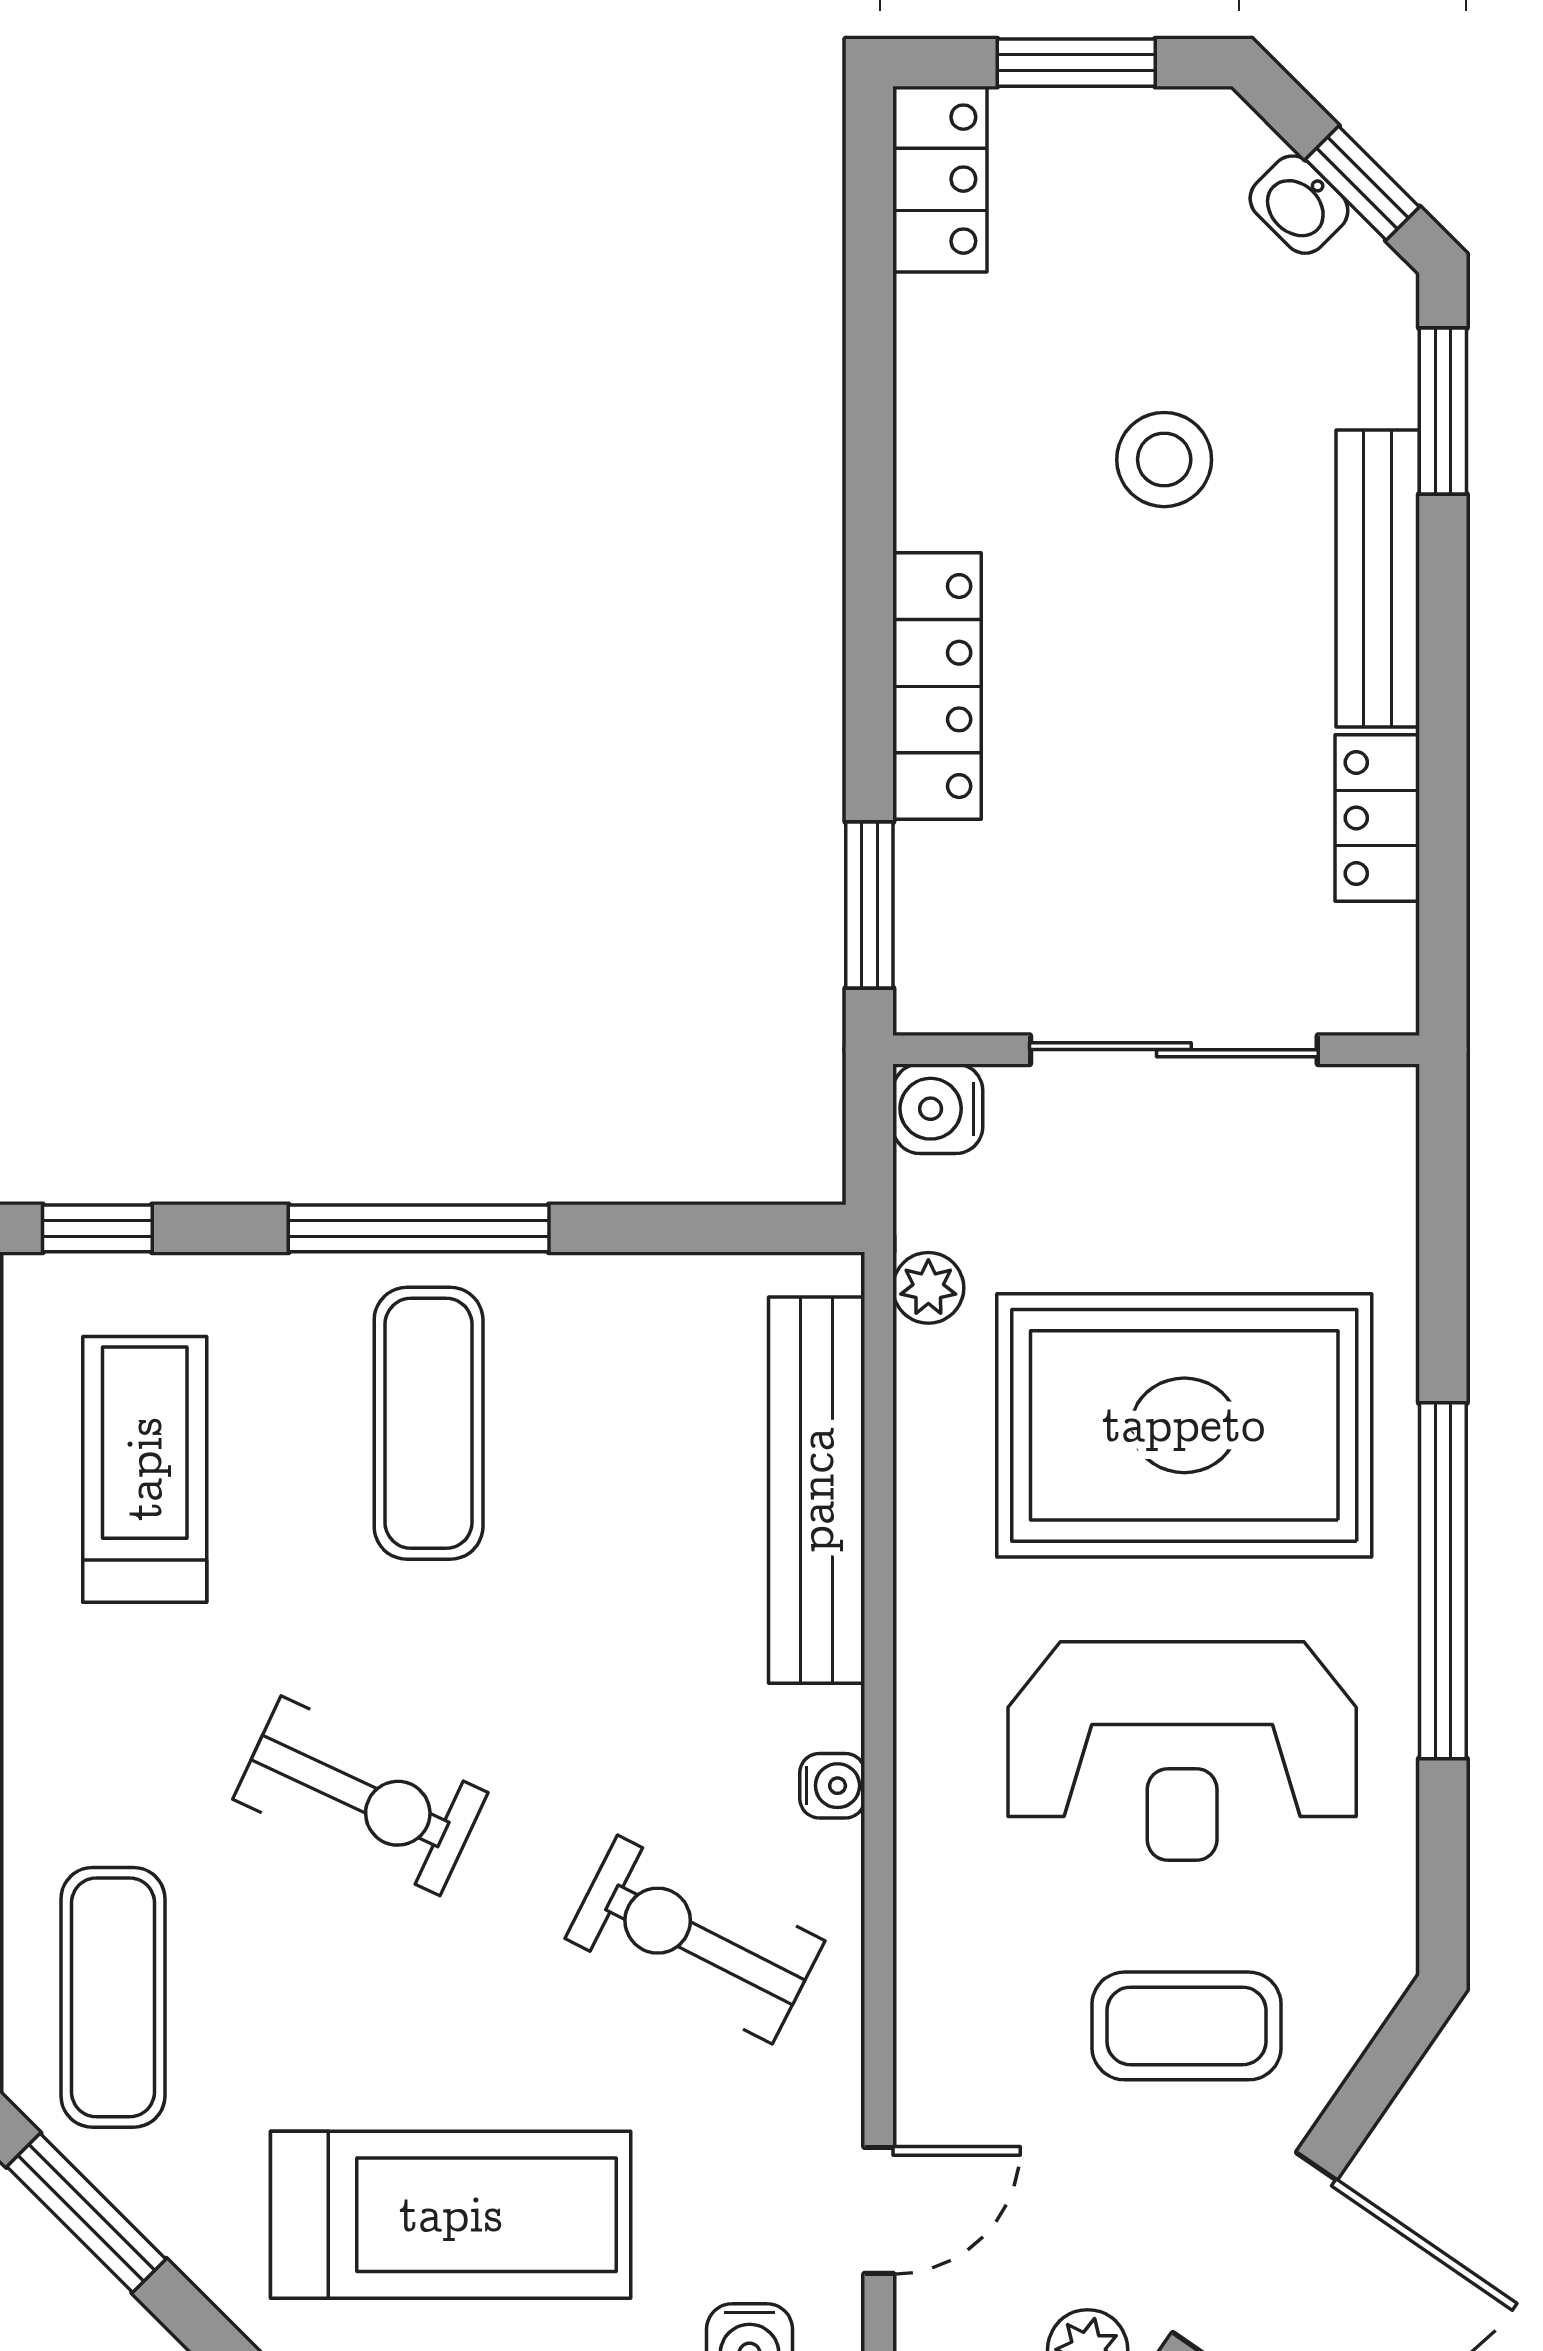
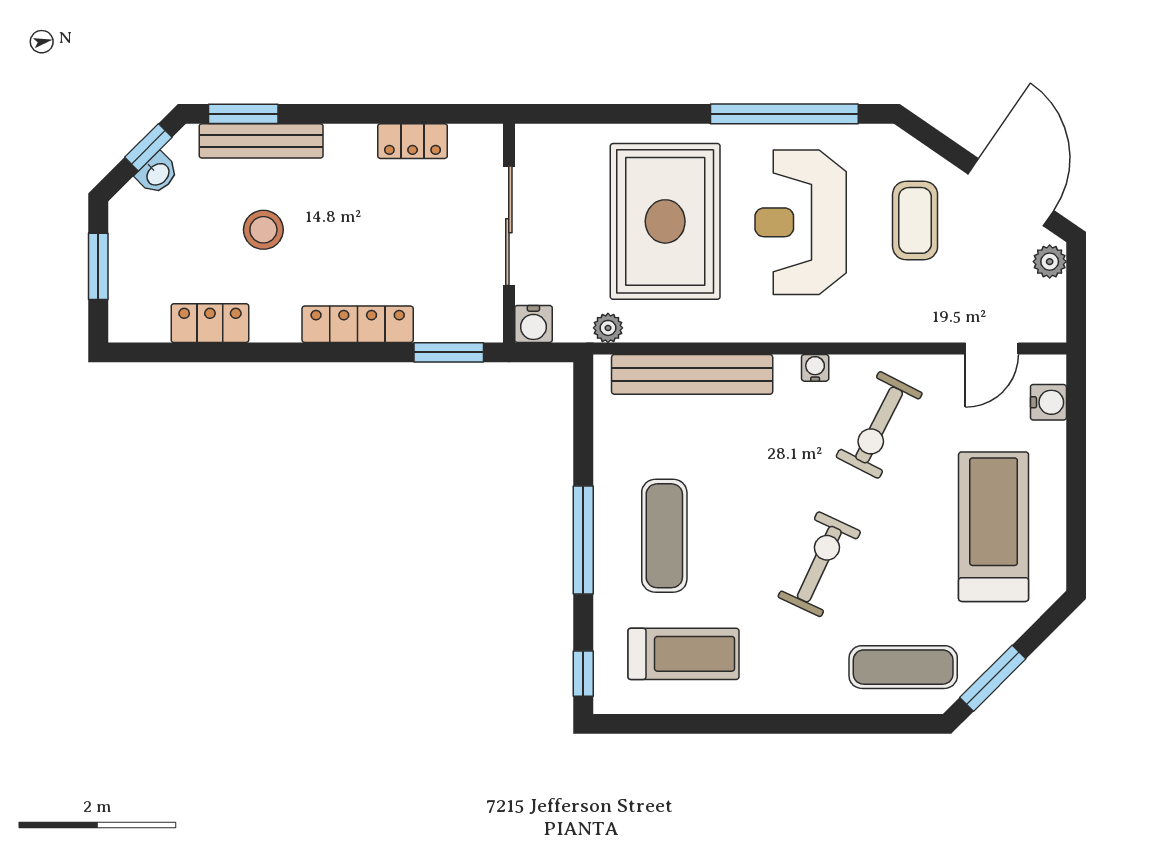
locker: (940, 179) -> (210, 323), moved
bench: (1378, 579) -> (261, 141), moved
exercise mat: (429, 1423) -> (664, 536), turned 90
treadmill: (145, 1469) -> (683, 654), turned 180
window: (1443, 1581) -> (784, 114), moved
reception desk: (1182, 1751) -> (801, 222), turned 180
door: (879, 2210) -> (992, 349), swing flipped

